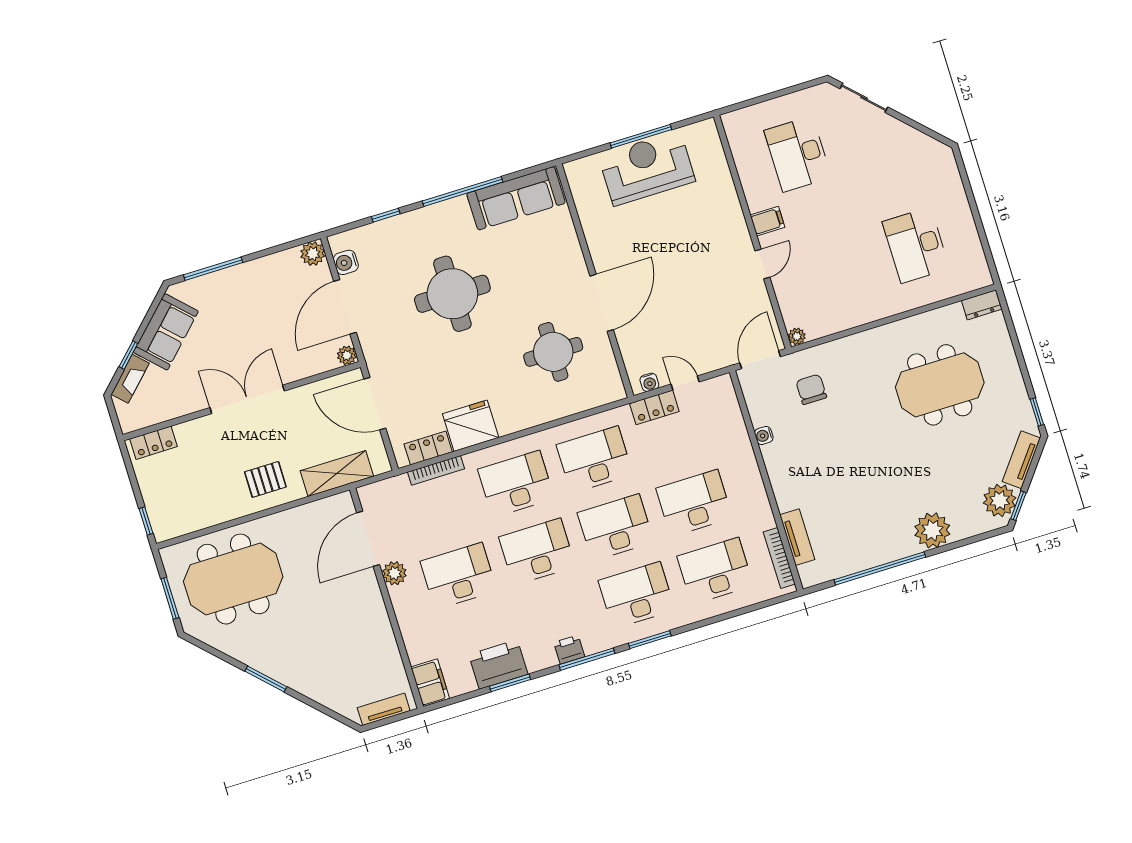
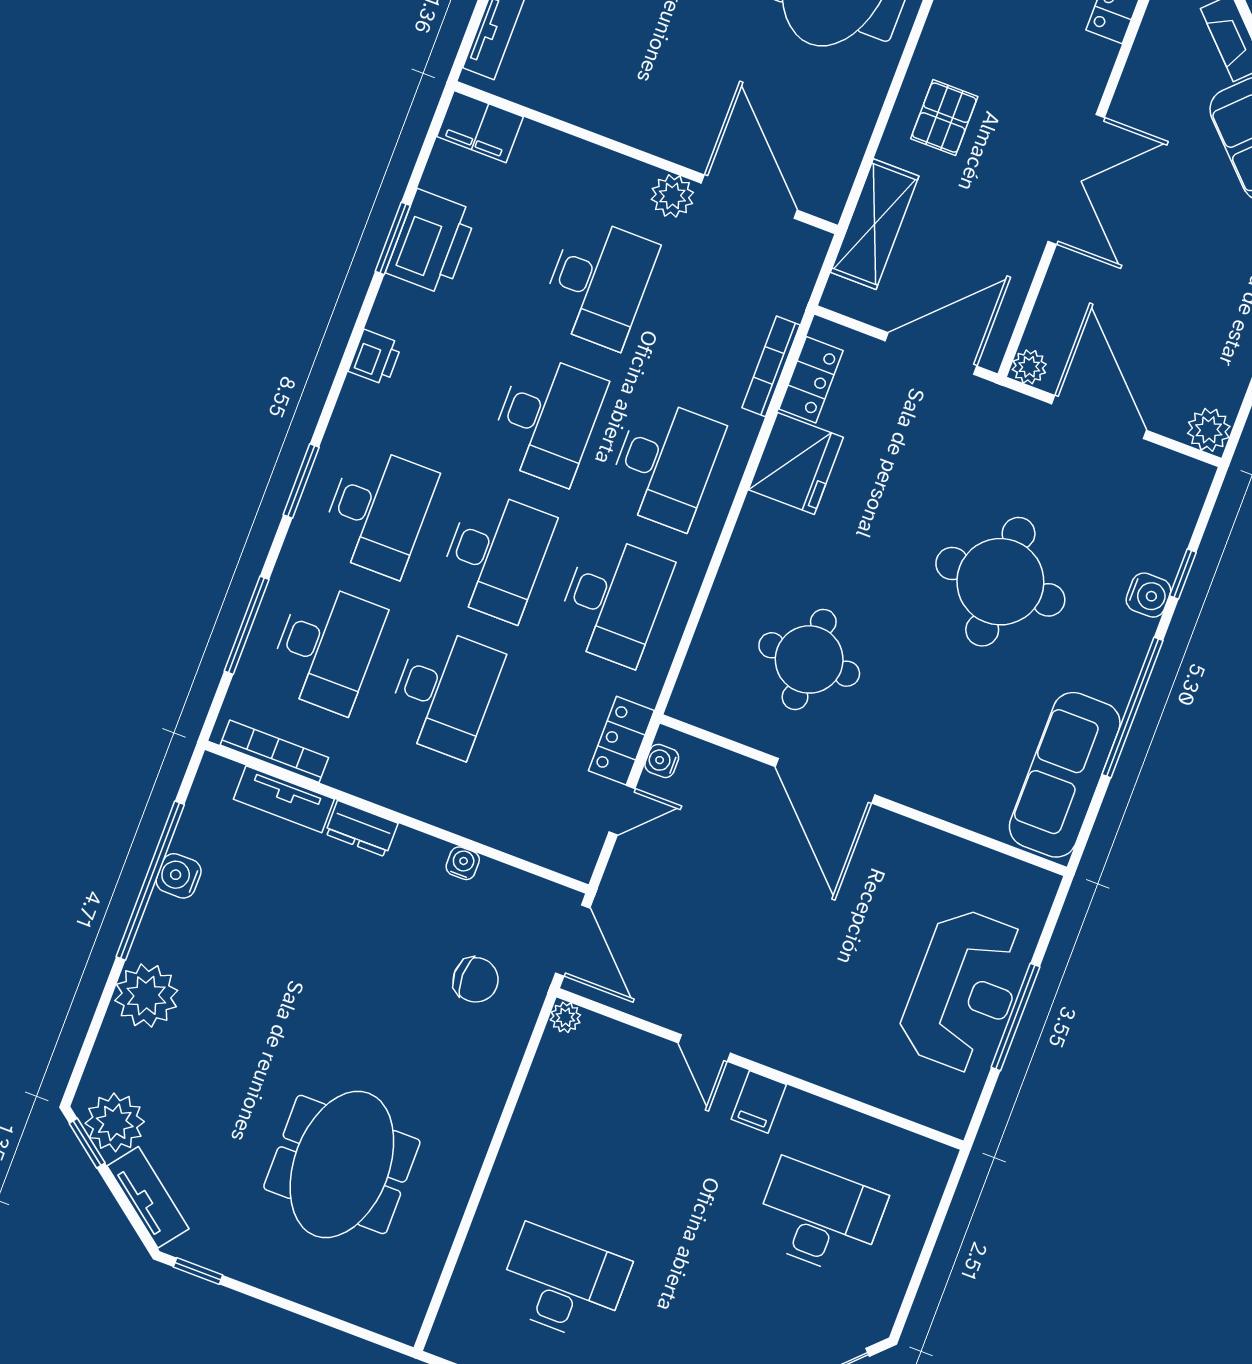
water cooler: (346, 262) -> (1148, 595), moved, turned 90
dresser: (982, 305) -> (361, 829), moved, turned -90
water cooler: (868, 557) -> (179, 876), added
window: (587, 659) -> (247, 625), moved

